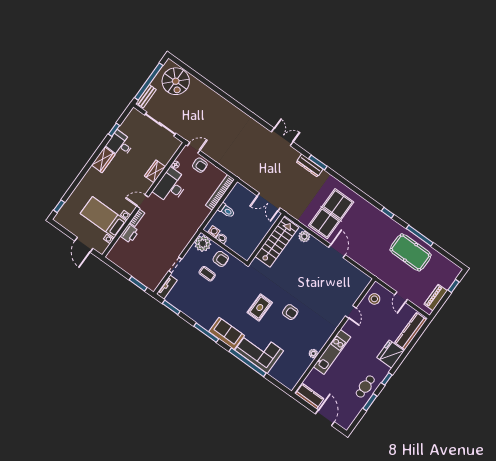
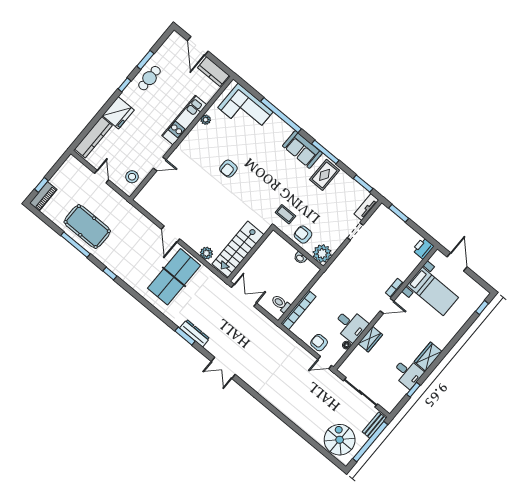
desk: (171, 186) -> (350, 325), width x0.73
toilet: (226, 210) -> (281, 304), moved
washing machine: (214, 232) -> (309, 266), removed
printer: (130, 234) -> (423, 248), moved
coffee table: (207, 274) -> (285, 214), moved
piano: (436, 297) -> (43, 196), moved
rug: (260, 308) -> (324, 175), moved
armchair: (290, 312) -> (228, 169), turned -90
door: (351, 312) -> (160, 164), swing flipped
corner sofa: (259, 351) -> (245, 110), moved

